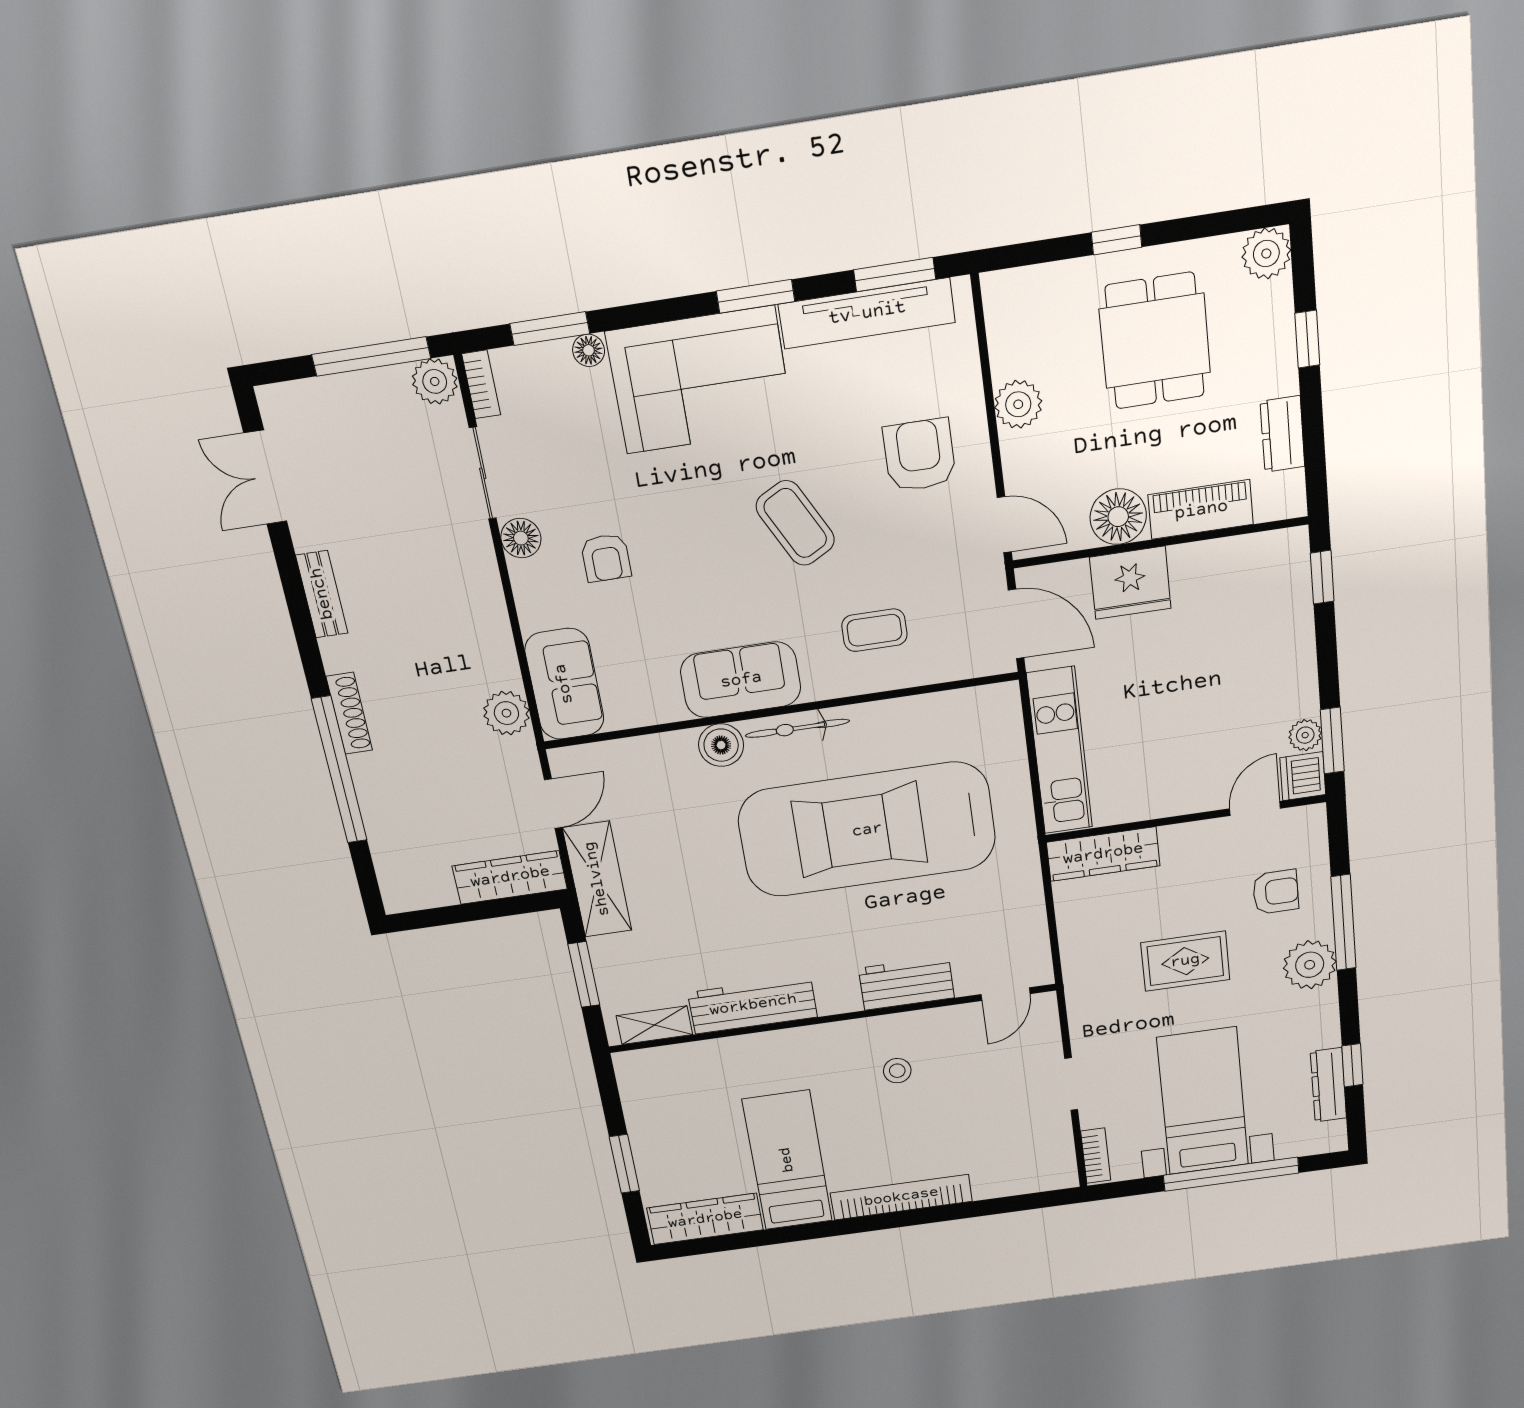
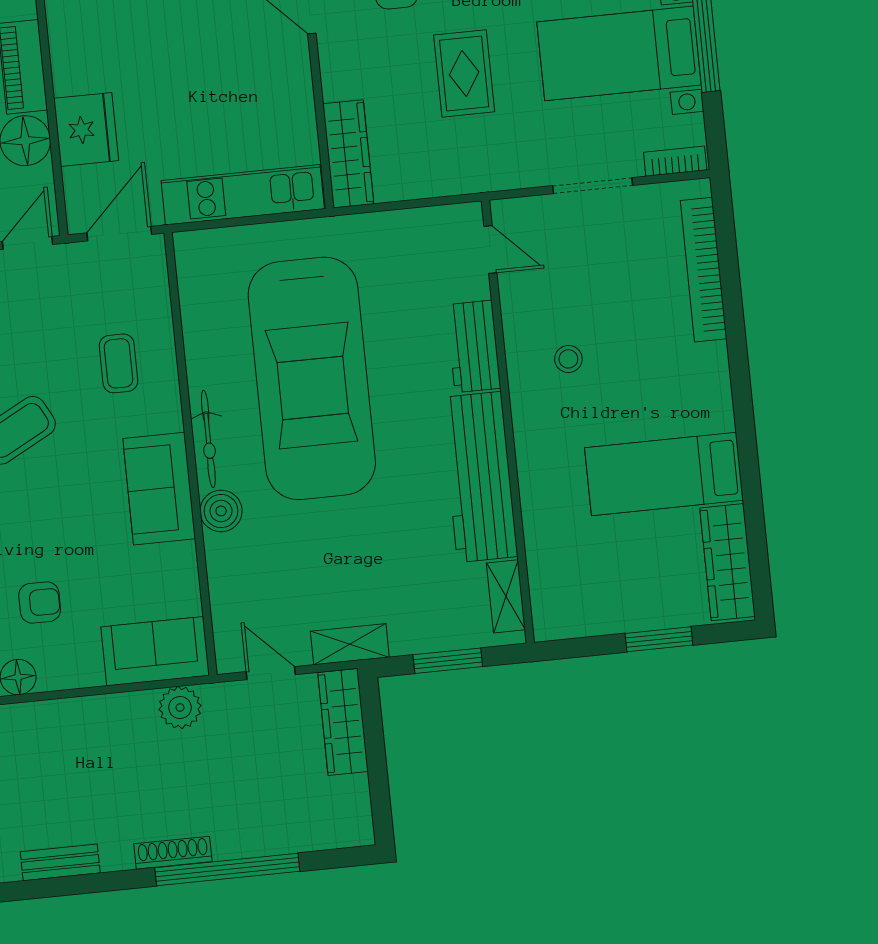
shelving: (597, 879) -> (350, 644), width x0.67, depth x0.75
workbench: (753, 1005) -> (479, 477), width x1.36, depth x1.32
doorway: (1071, 1084) -> (593, 186), width x1.38
bookcase: (901, 1197) -> (704, 270), moved

